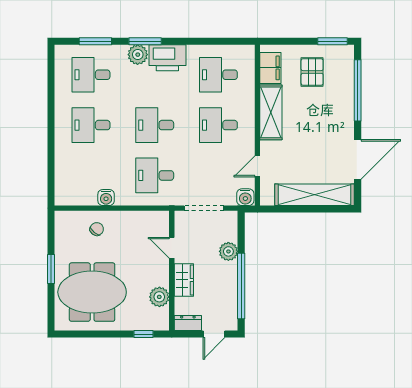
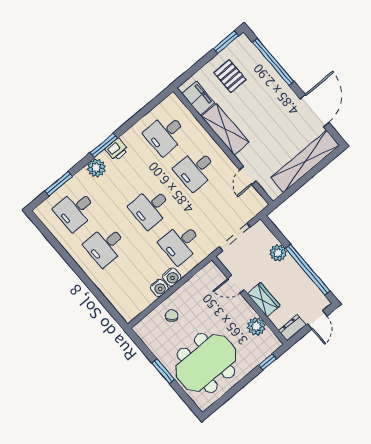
window: (145, 41) -> (104, 145), moved
printer: (167, 58) -> (117, 149), width x0.53, depth x0.68
water cooler: (245, 197) -> (172, 277), moved

